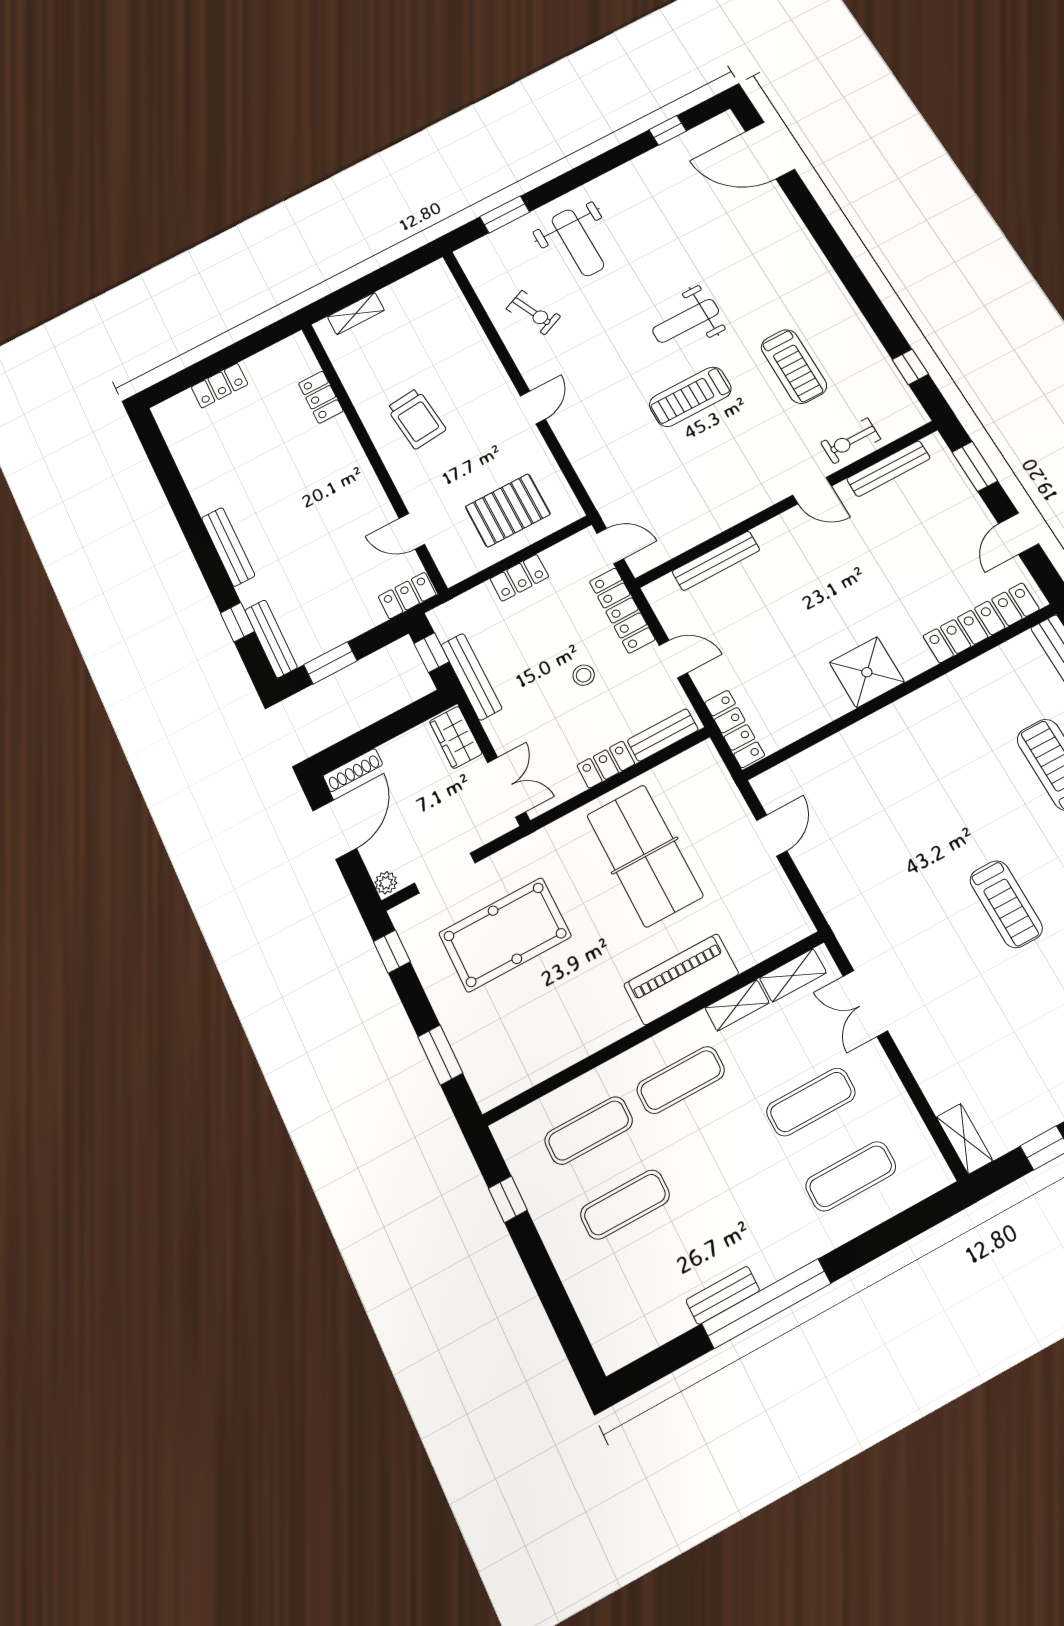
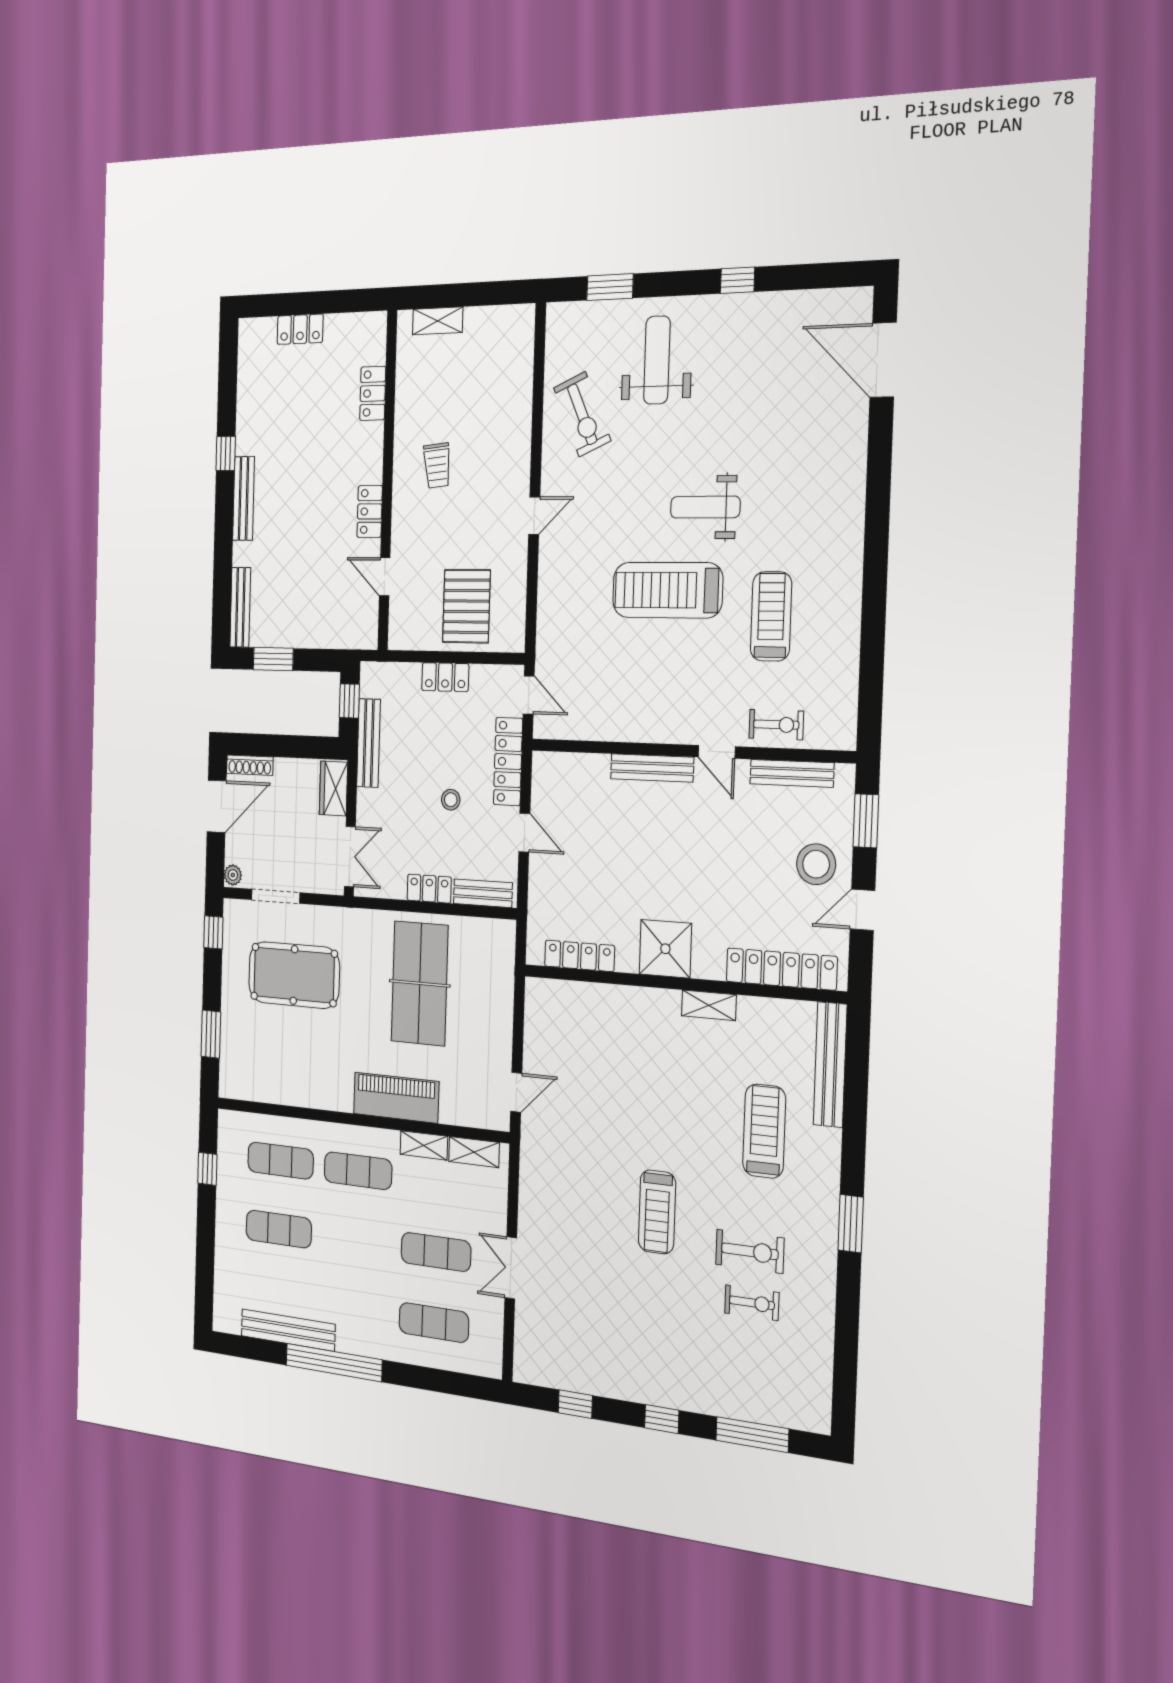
window: (668, 130) -> (738, 280), moved
weight bench: (578, 243) -> (657, 360), turned 180
exercise bike: (533, 313) -> (582, 414), width x1.38, depth x1.39
treadmill: (794, 366) -> (771, 616), turned 180
window: (910, 367) -> (871, 684), removed
treadmill: (690, 397) -> (667, 590), width x1.37, depth x1.38
trolley: (416, 419) -> (437, 465), width x0.73, depth x0.72
exercise bike: (851, 441) -> (776, 725), turned 180
pallet: (508, 510) -> (466, 606), turned 90
stool: (956, 524) -> (816, 864), added
bench: (716, 561) -> (652, 768), moved
locker: (407, 596) -> (370, 511), moved, turned -90
window: (237, 622) -> (226, 453), moved
locker: (735, 729) -> (580, 956), moved, turned -90
door: (772, 836) -> (516, 1092), moved
double door: (865, 1003) -> (511, 1268), moved
shelving: (964, 1139) -> (709, 1005), moved, turned 90
bench: (723, 1295) -> (288, 1330), width x1.86, depth x1.21

